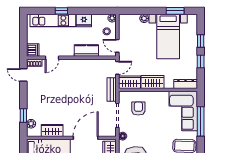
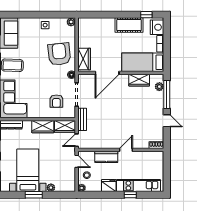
window: (175, 11) -> (34, 195), moved
dishwasher: (33, 50) -> (158, 157), removed
door: (52, 58) -> (126, 150), moved
door: (23, 75) -> (167, 121), moved
window: (23, 115) -> (167, 95), width x2.17

